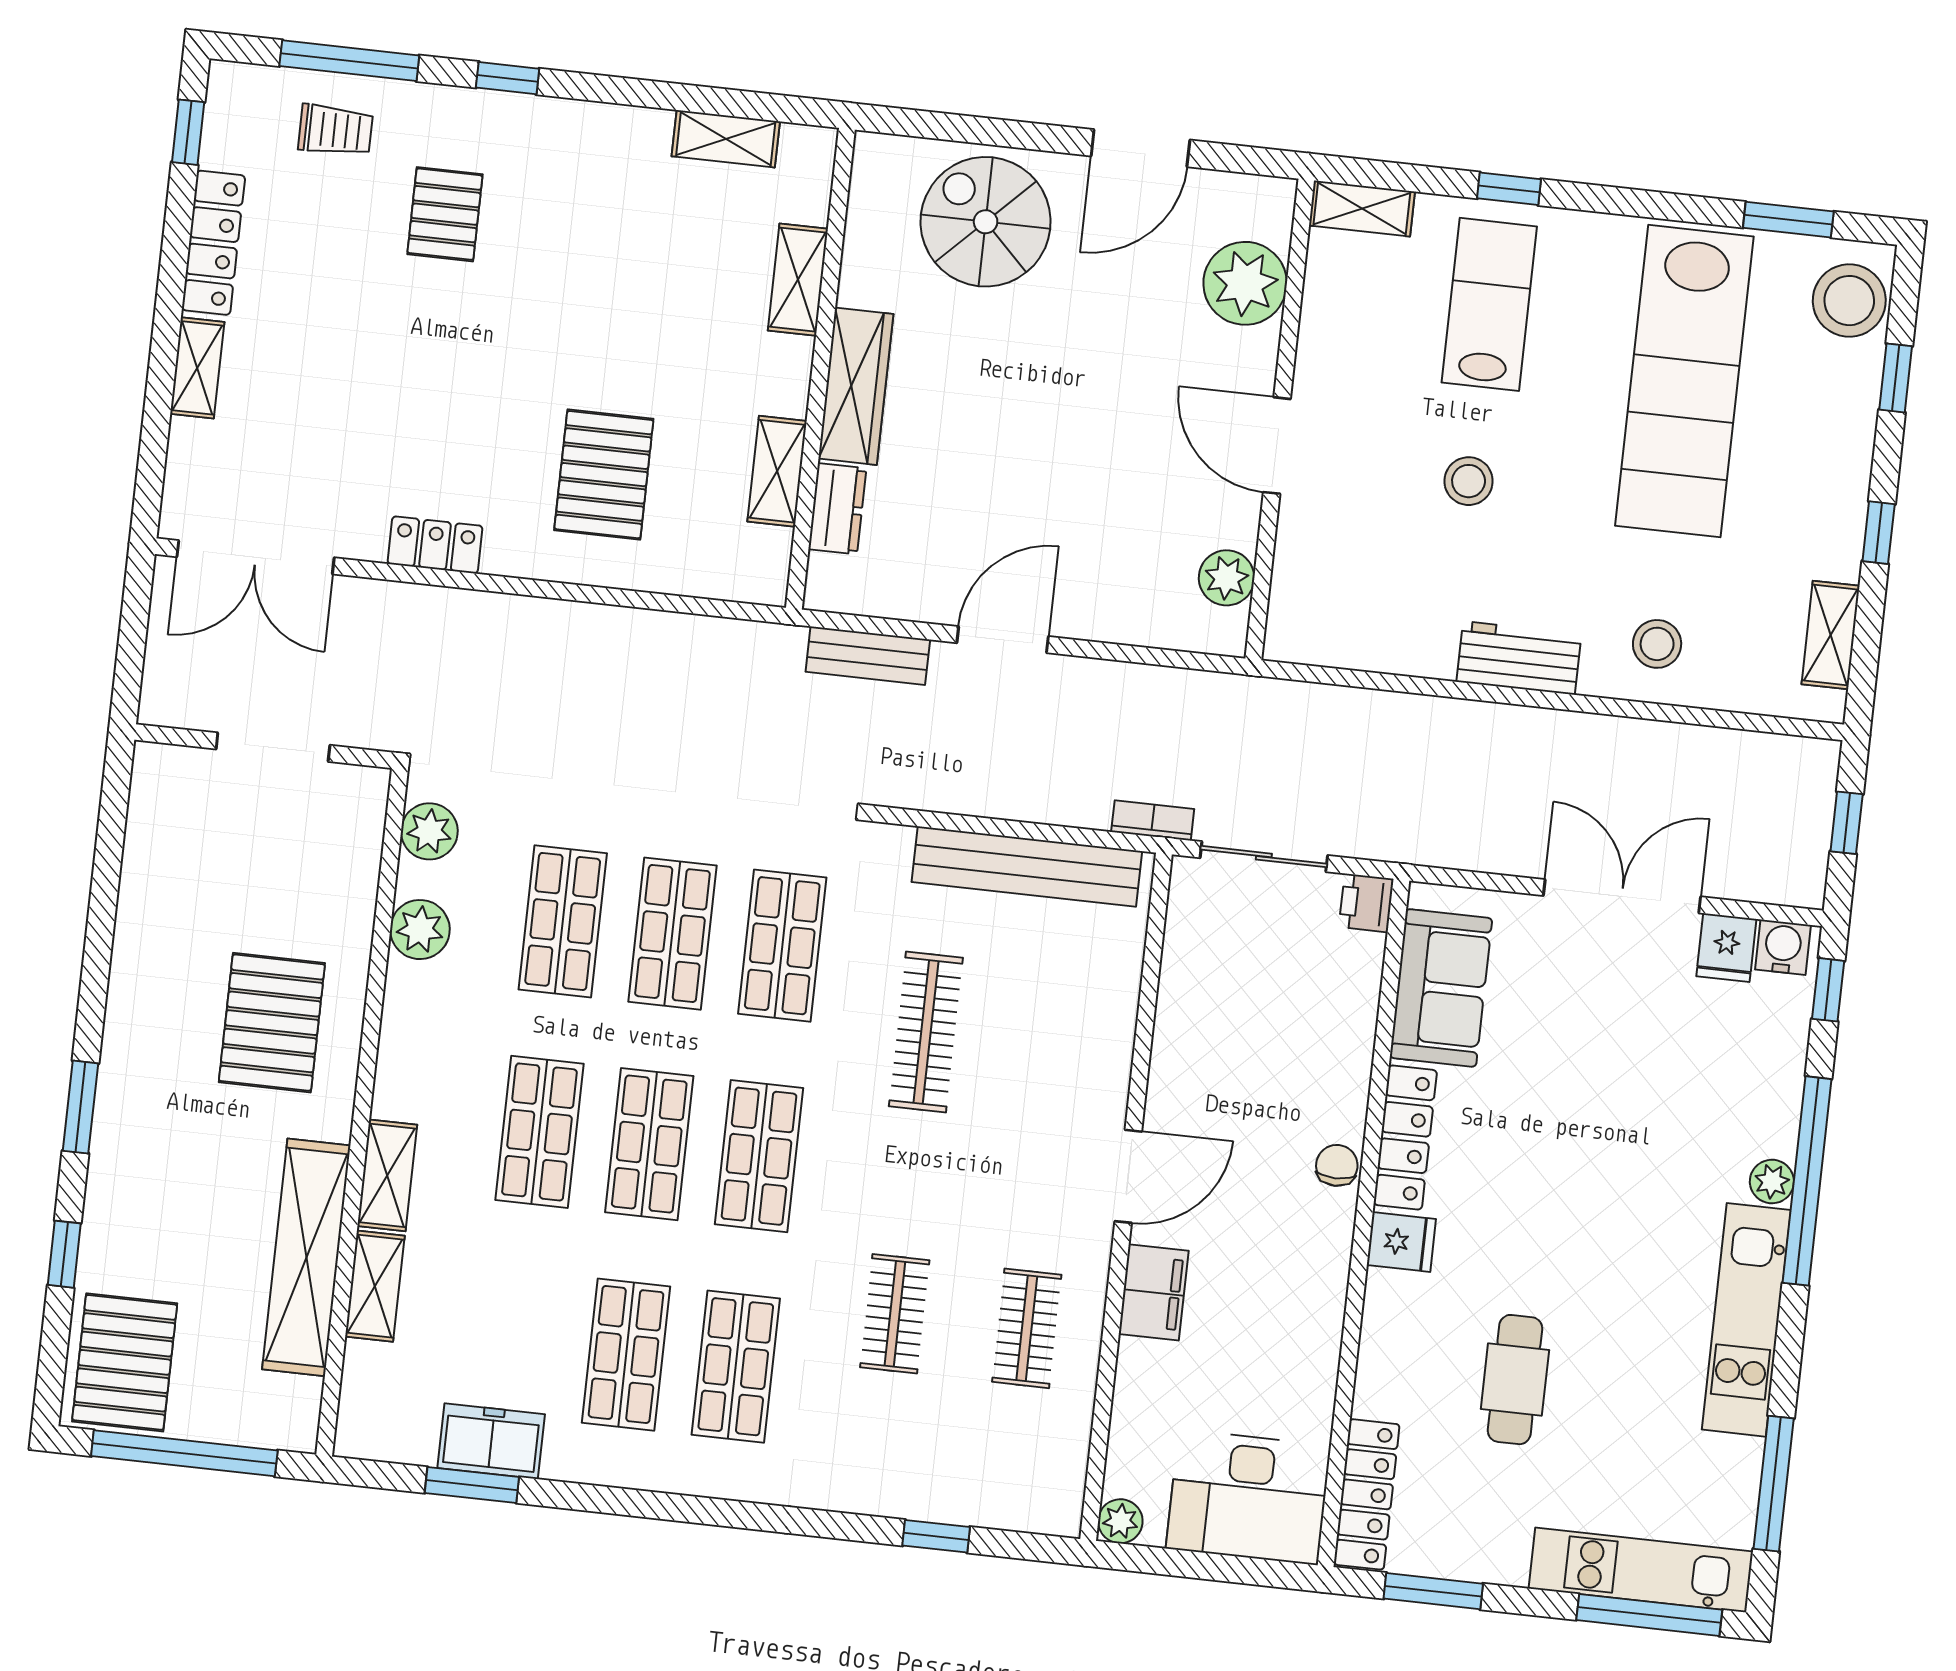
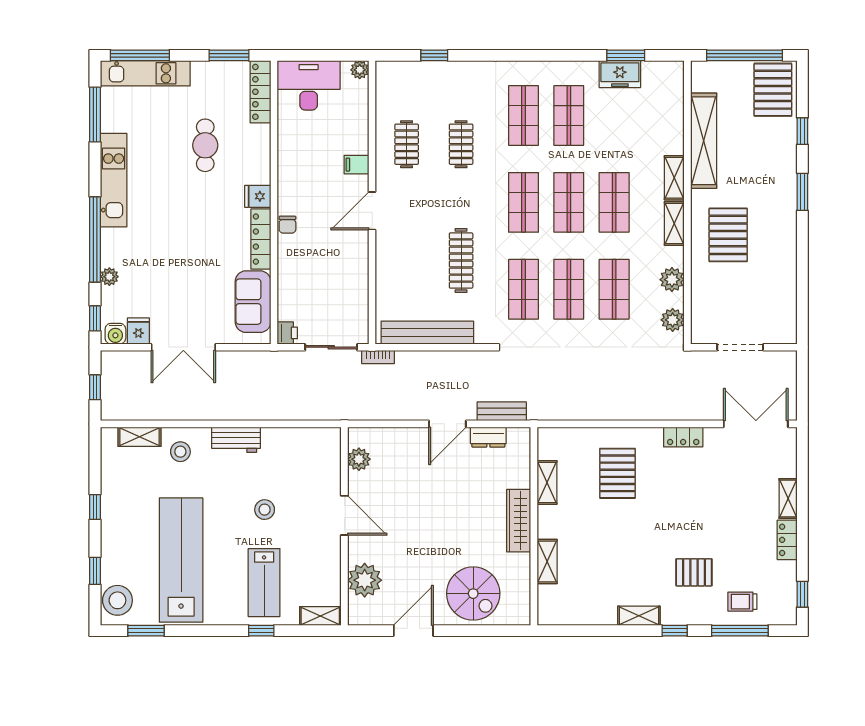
shelving: (726, 139) -> (639, 616), moved
pallet: (445, 214) -> (694, 572), turned 90
locker: (213, 243) -> (787, 540), width x0.66
dresser: (837, 509) -> (488, 437), moved, turned -90
shelving: (1831, 635) -> (139, 437), moved, turned 90
plant: (1772, 1182) -> (109, 277), moved
shelving: (375, 1286) -> (674, 223), moved
filing cabinet: (1154, 1292) -> (356, 165), width x0.50

